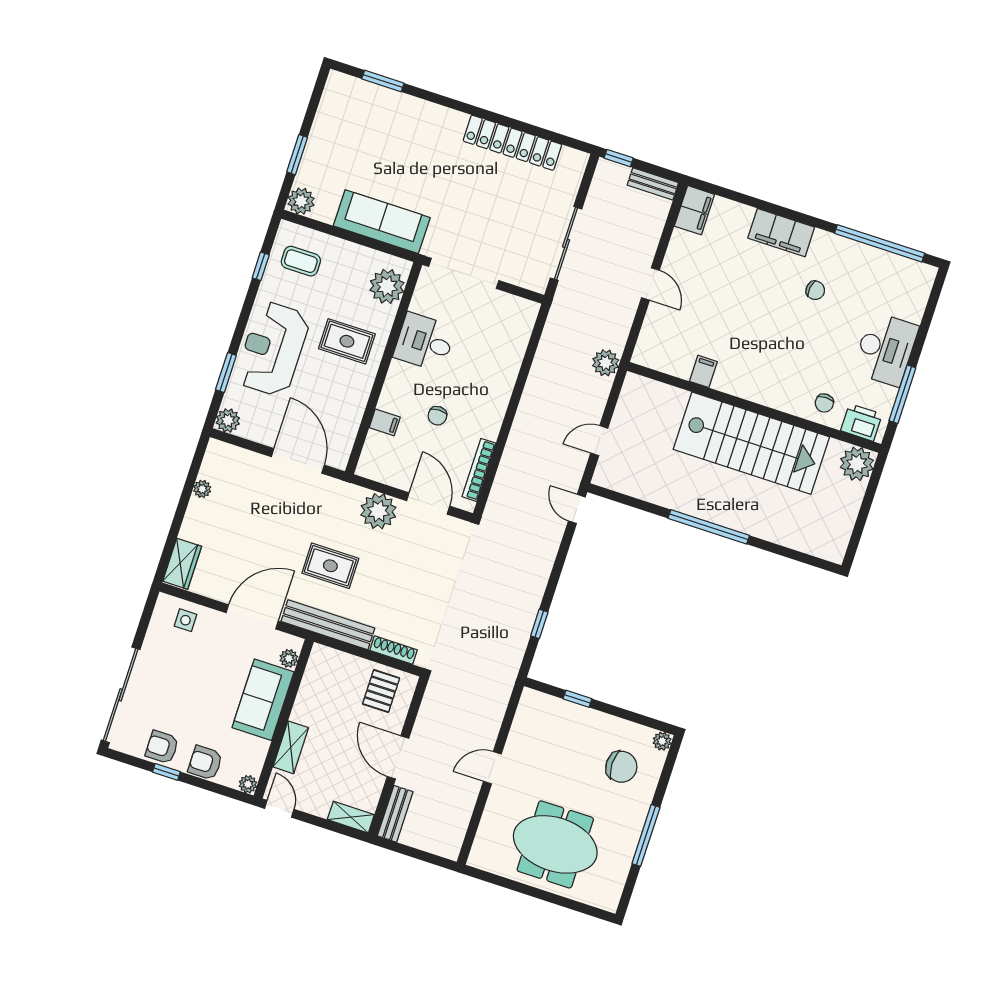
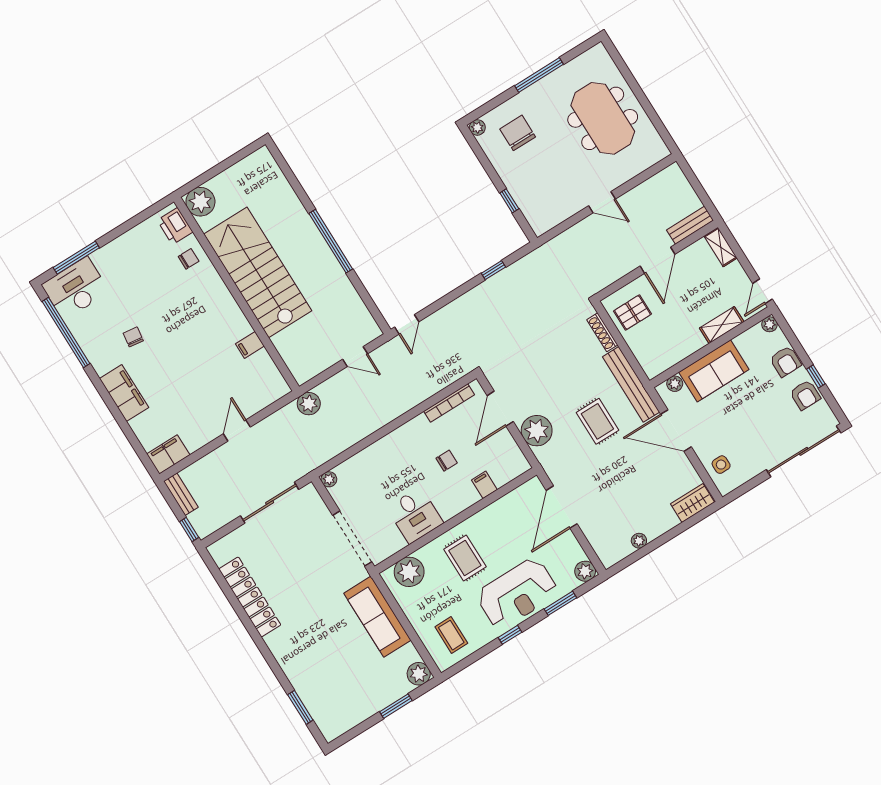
window: (261, 266) -> (510, 635), moved
plant: (530, 310) -> (329, 479), added
desk: (885, 349) -> (75, 288), moved
window: (902, 394) -> (76, 258), moved

